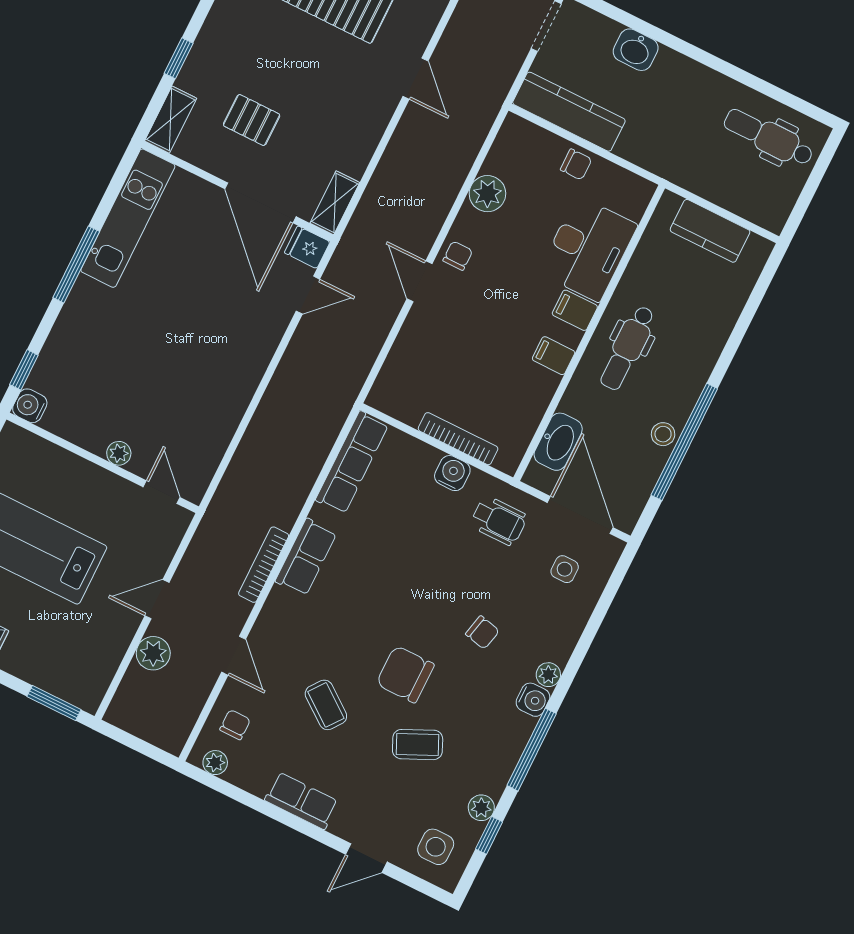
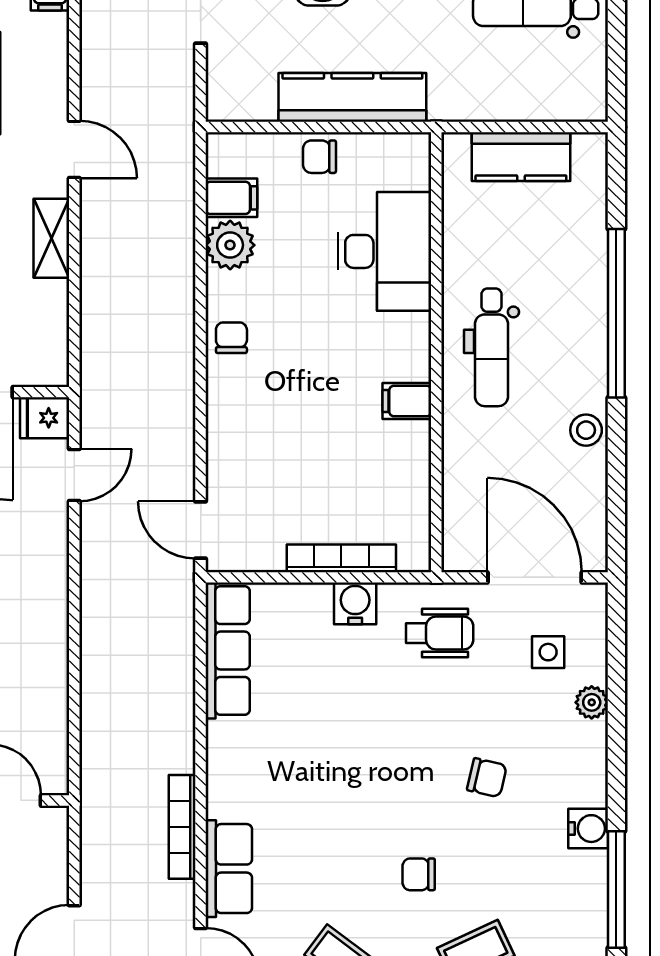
kitchen counter: (569, 112) -> (352, 97), moved
chair: (576, 164) -> (320, 157), turned 180
shelving: (335, 203) -> (51, 238), moved
door: (419, 281) -> (201, 530), moved
filing cabinet: (575, 310) -> (231, 198), moved, turned 180
washbasin: (558, 442) -> (464, 502), removed
window: (684, 442) -> (616, 313), moved
row of seats: (306, 557) -> (229, 869), moved
chair: (405, 674) -> (419, 874), width x0.54, depth x0.54
plant: (548, 675) -> (592, 702), moved

